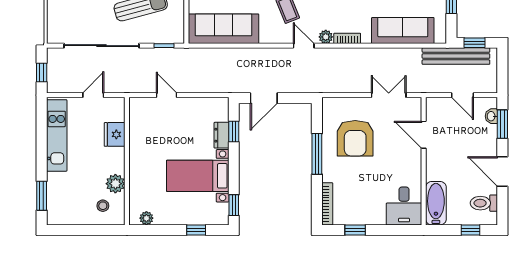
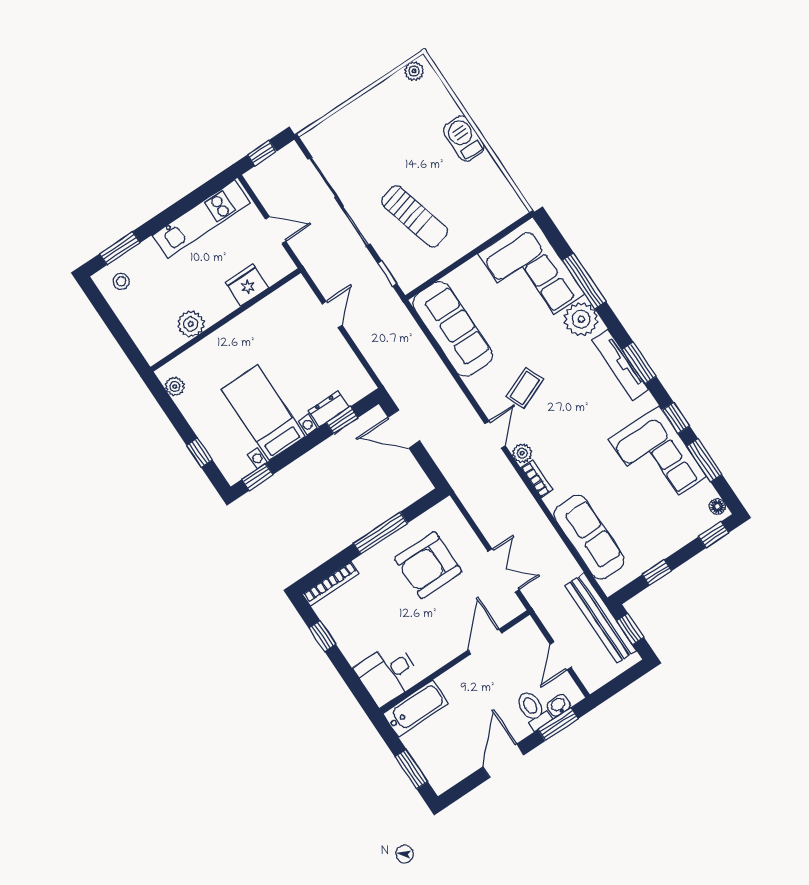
toilet: (484, 203) -> (533, 710), moved
stool: (103, 206) -> (121, 281), moved
window: (471, 230) -> (411, 769), width x1.50

